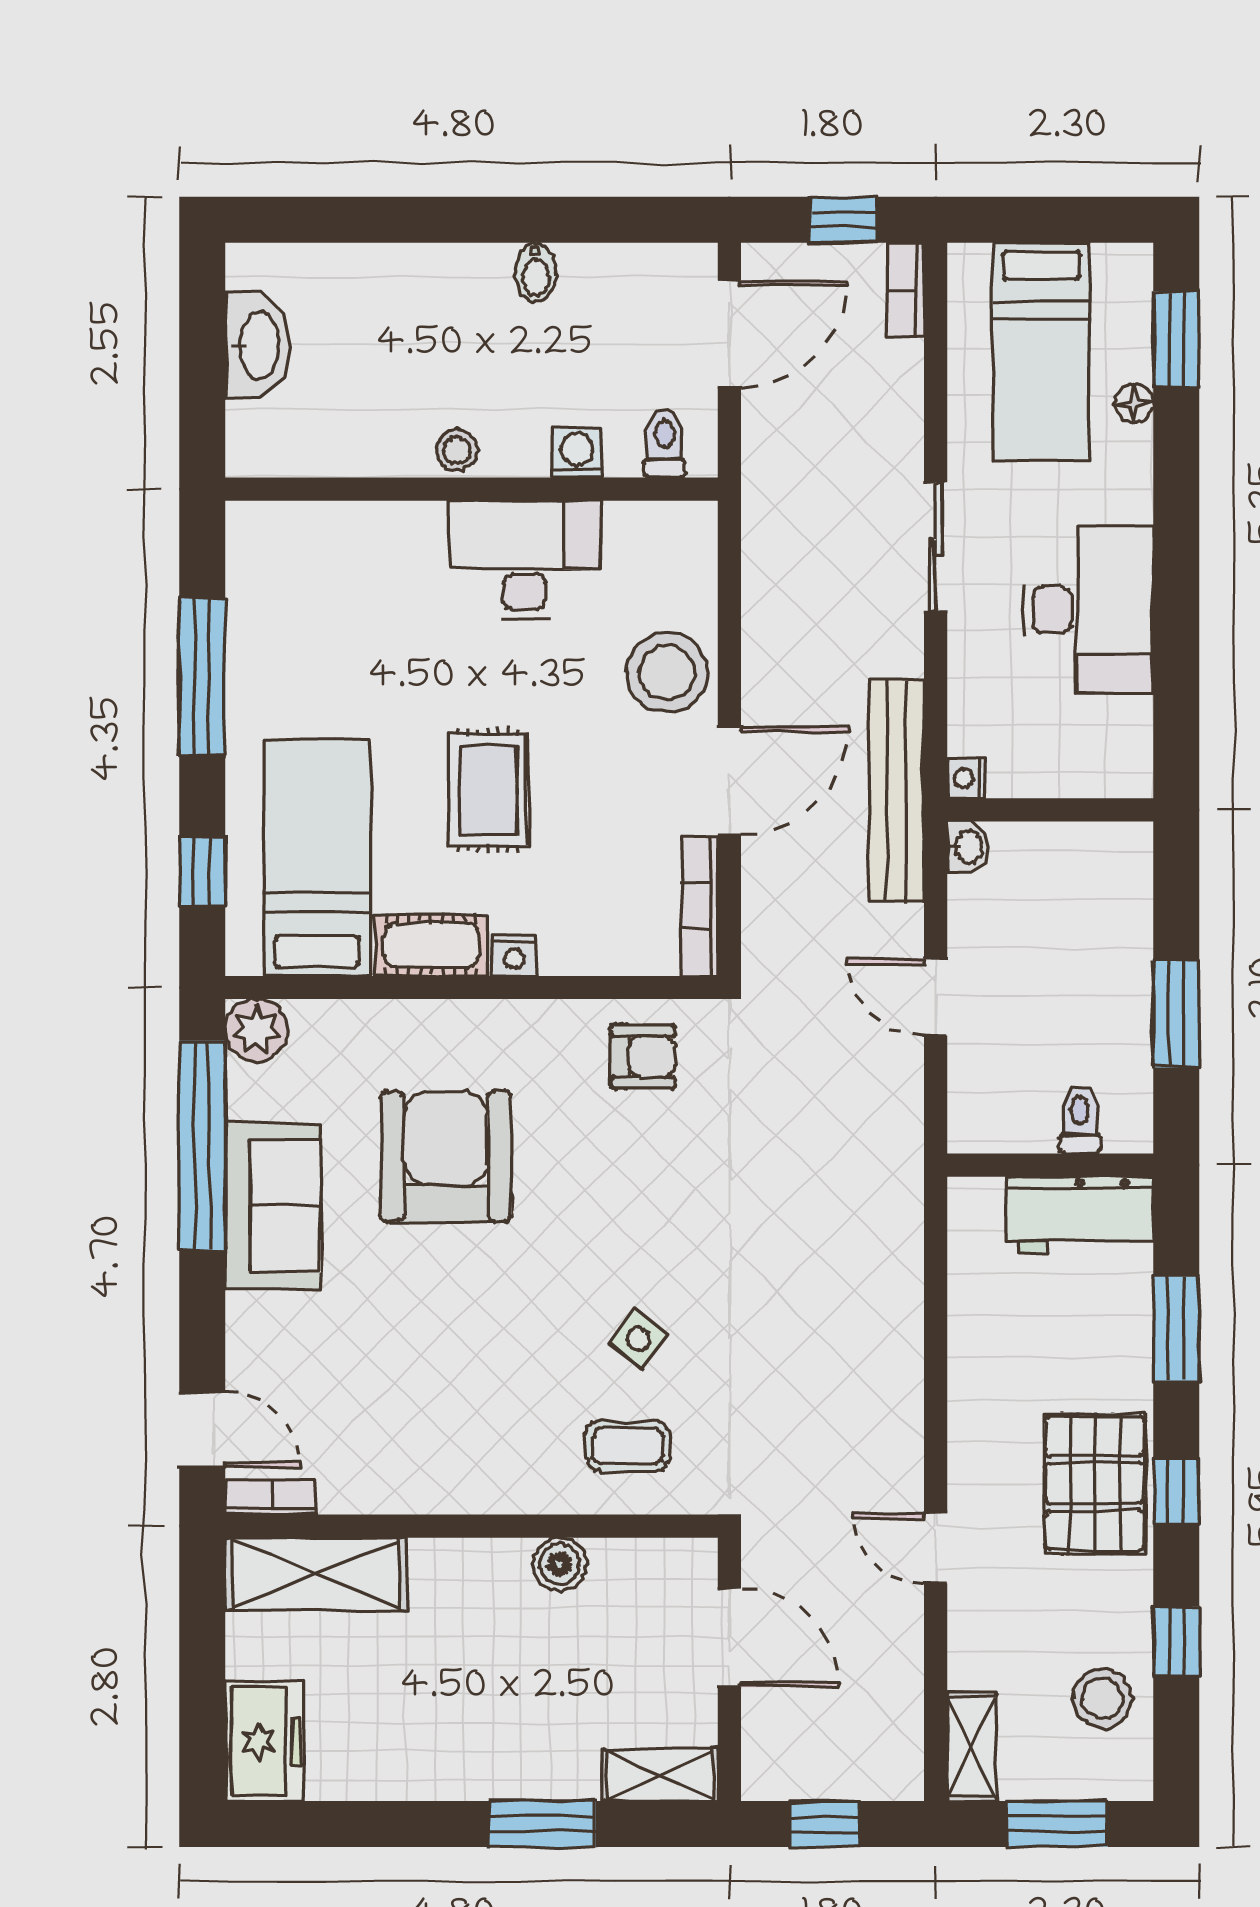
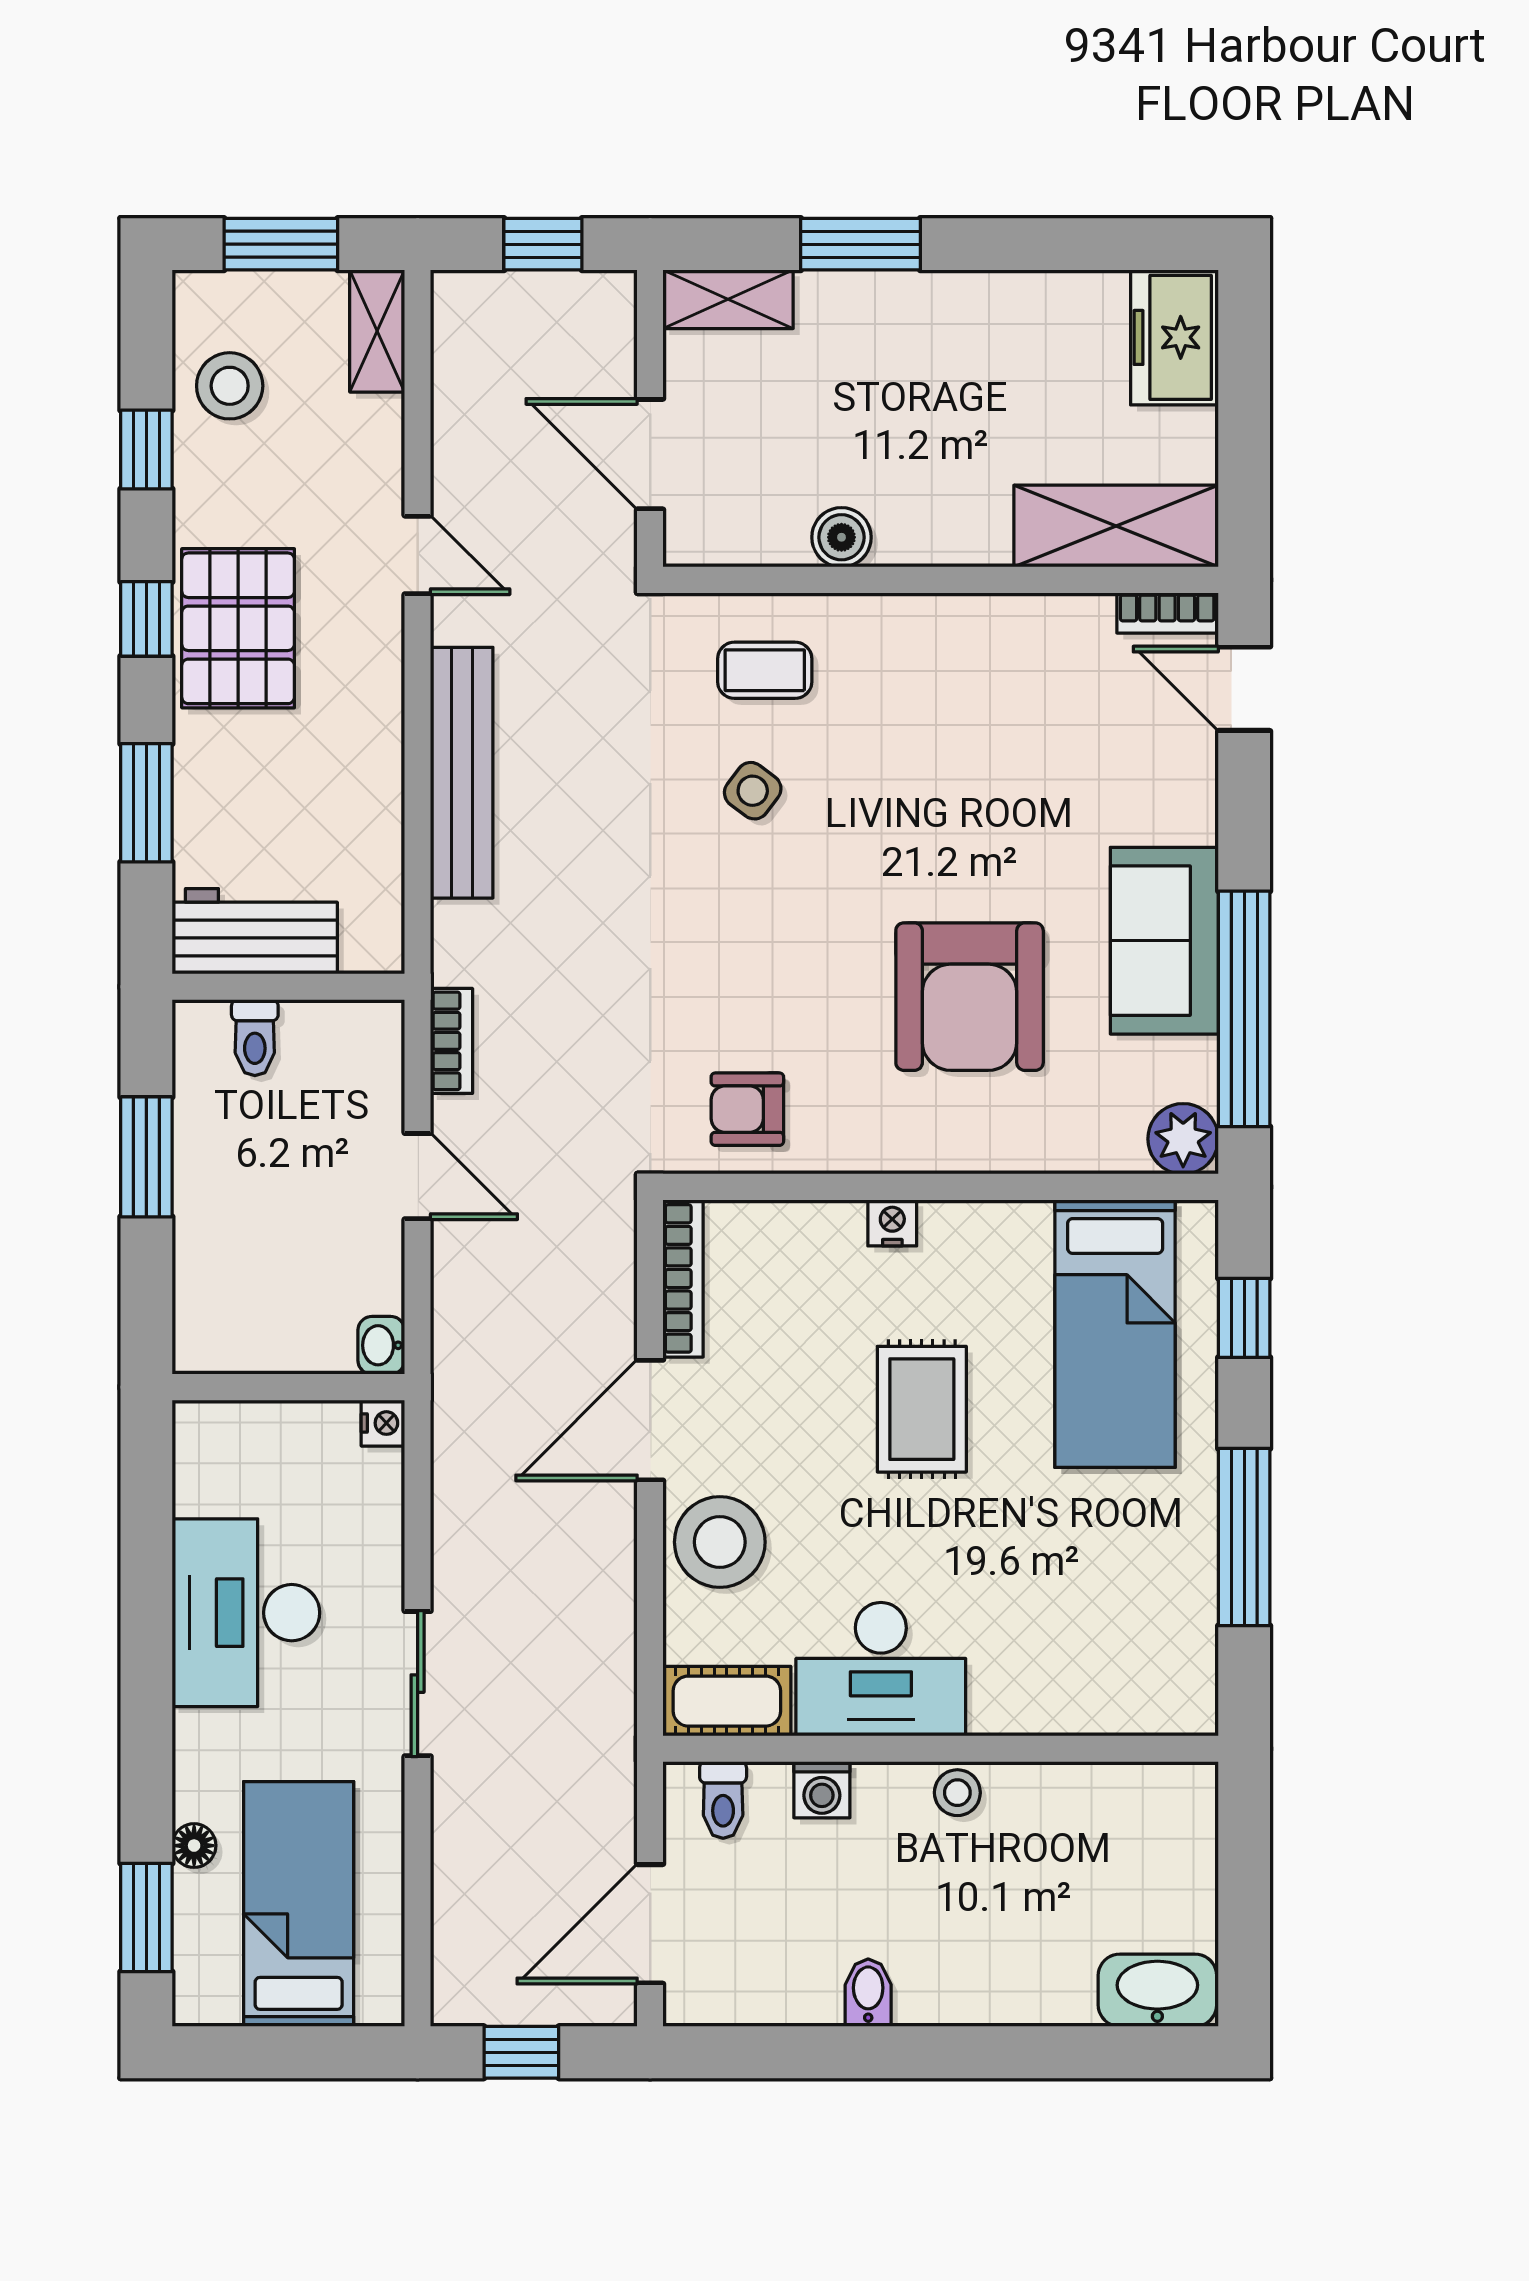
bookcase: (906, 289) -> (452, 1041), moved
washbasin: (257, 345) -> (1157, 1990), moved, turned 90
bench: (896, 791) -> (462, 773), moved
cot: (432, 945) -> (727, 1701), moved

